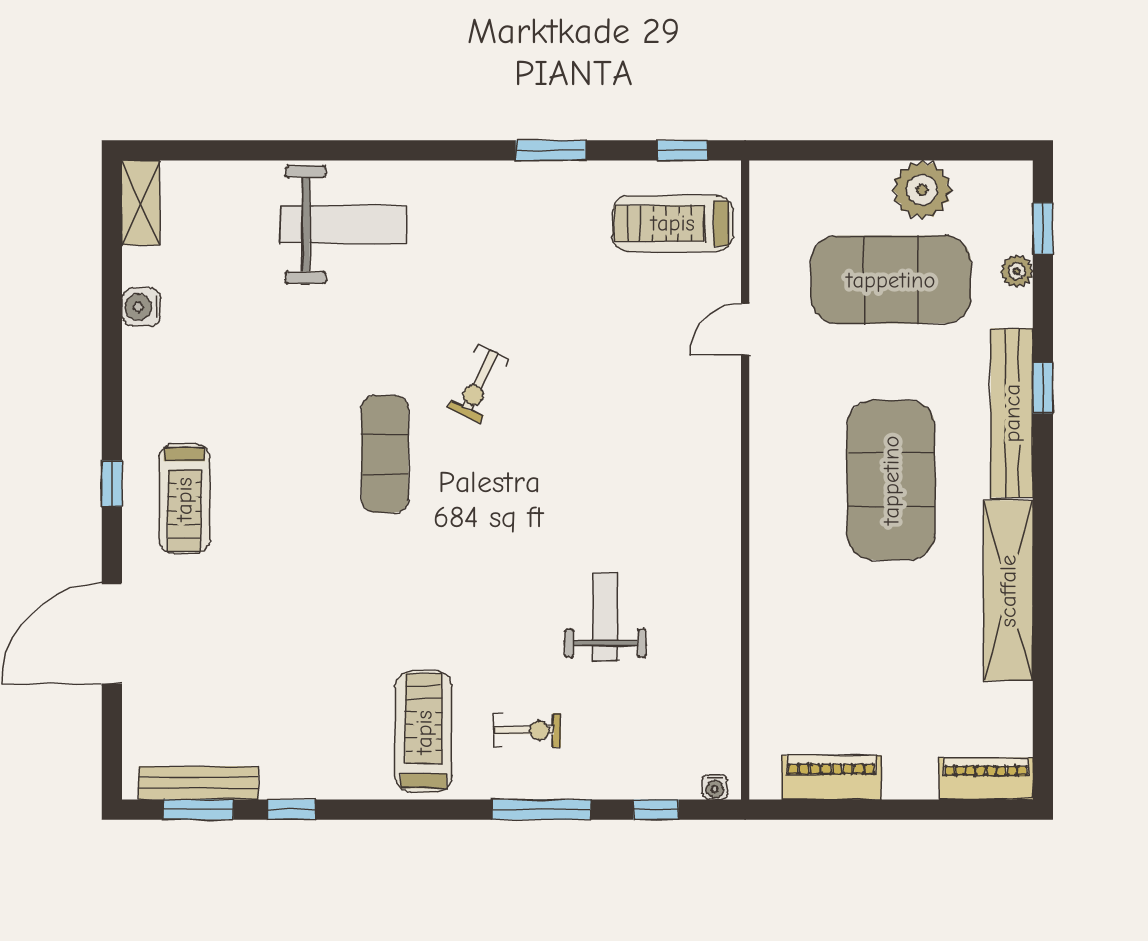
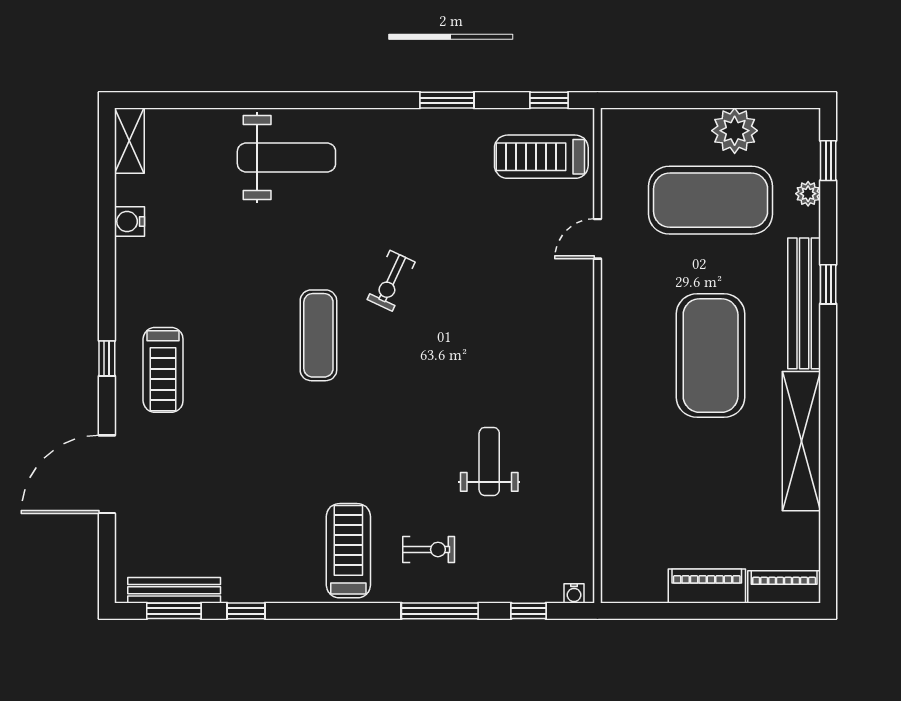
piano: (832, 777) -> (707, 586), moved

